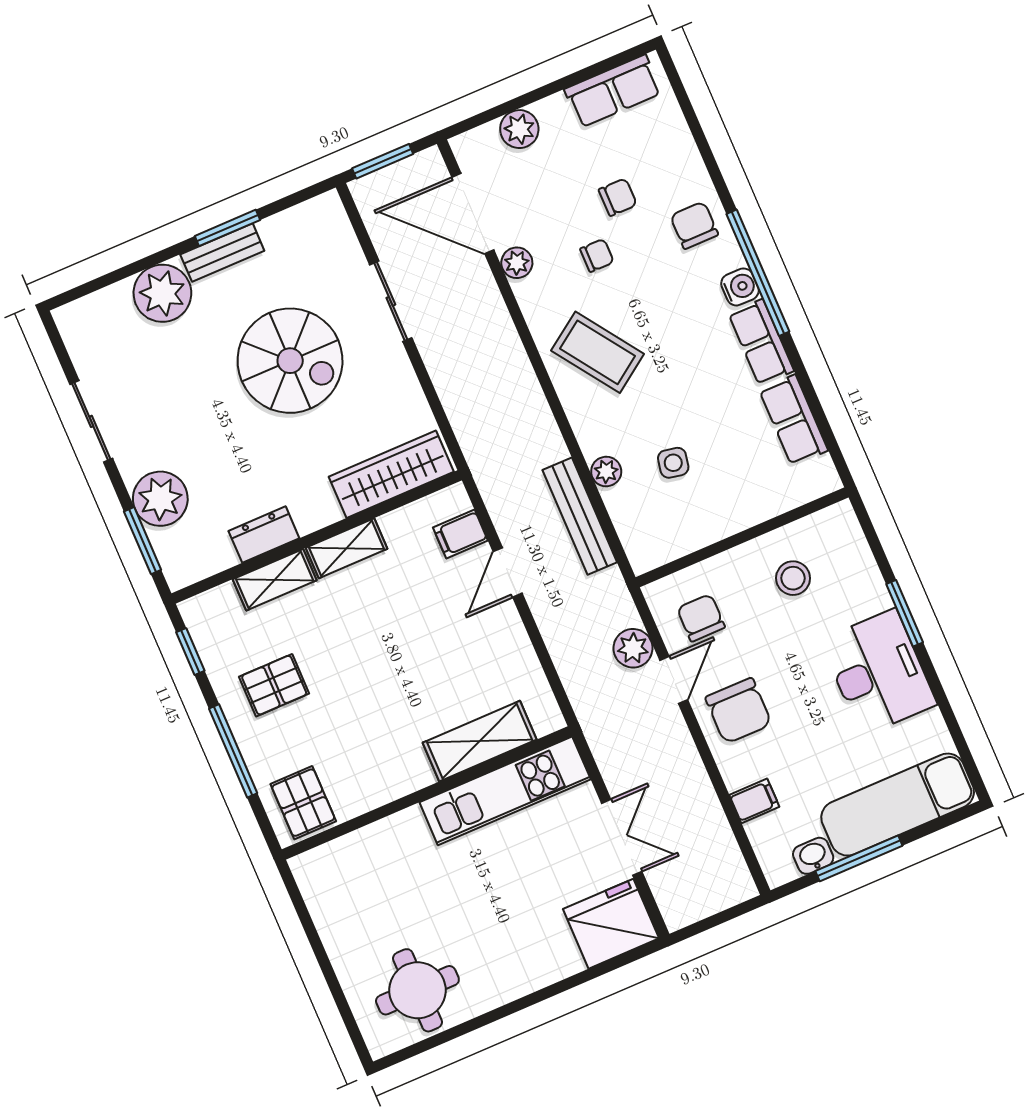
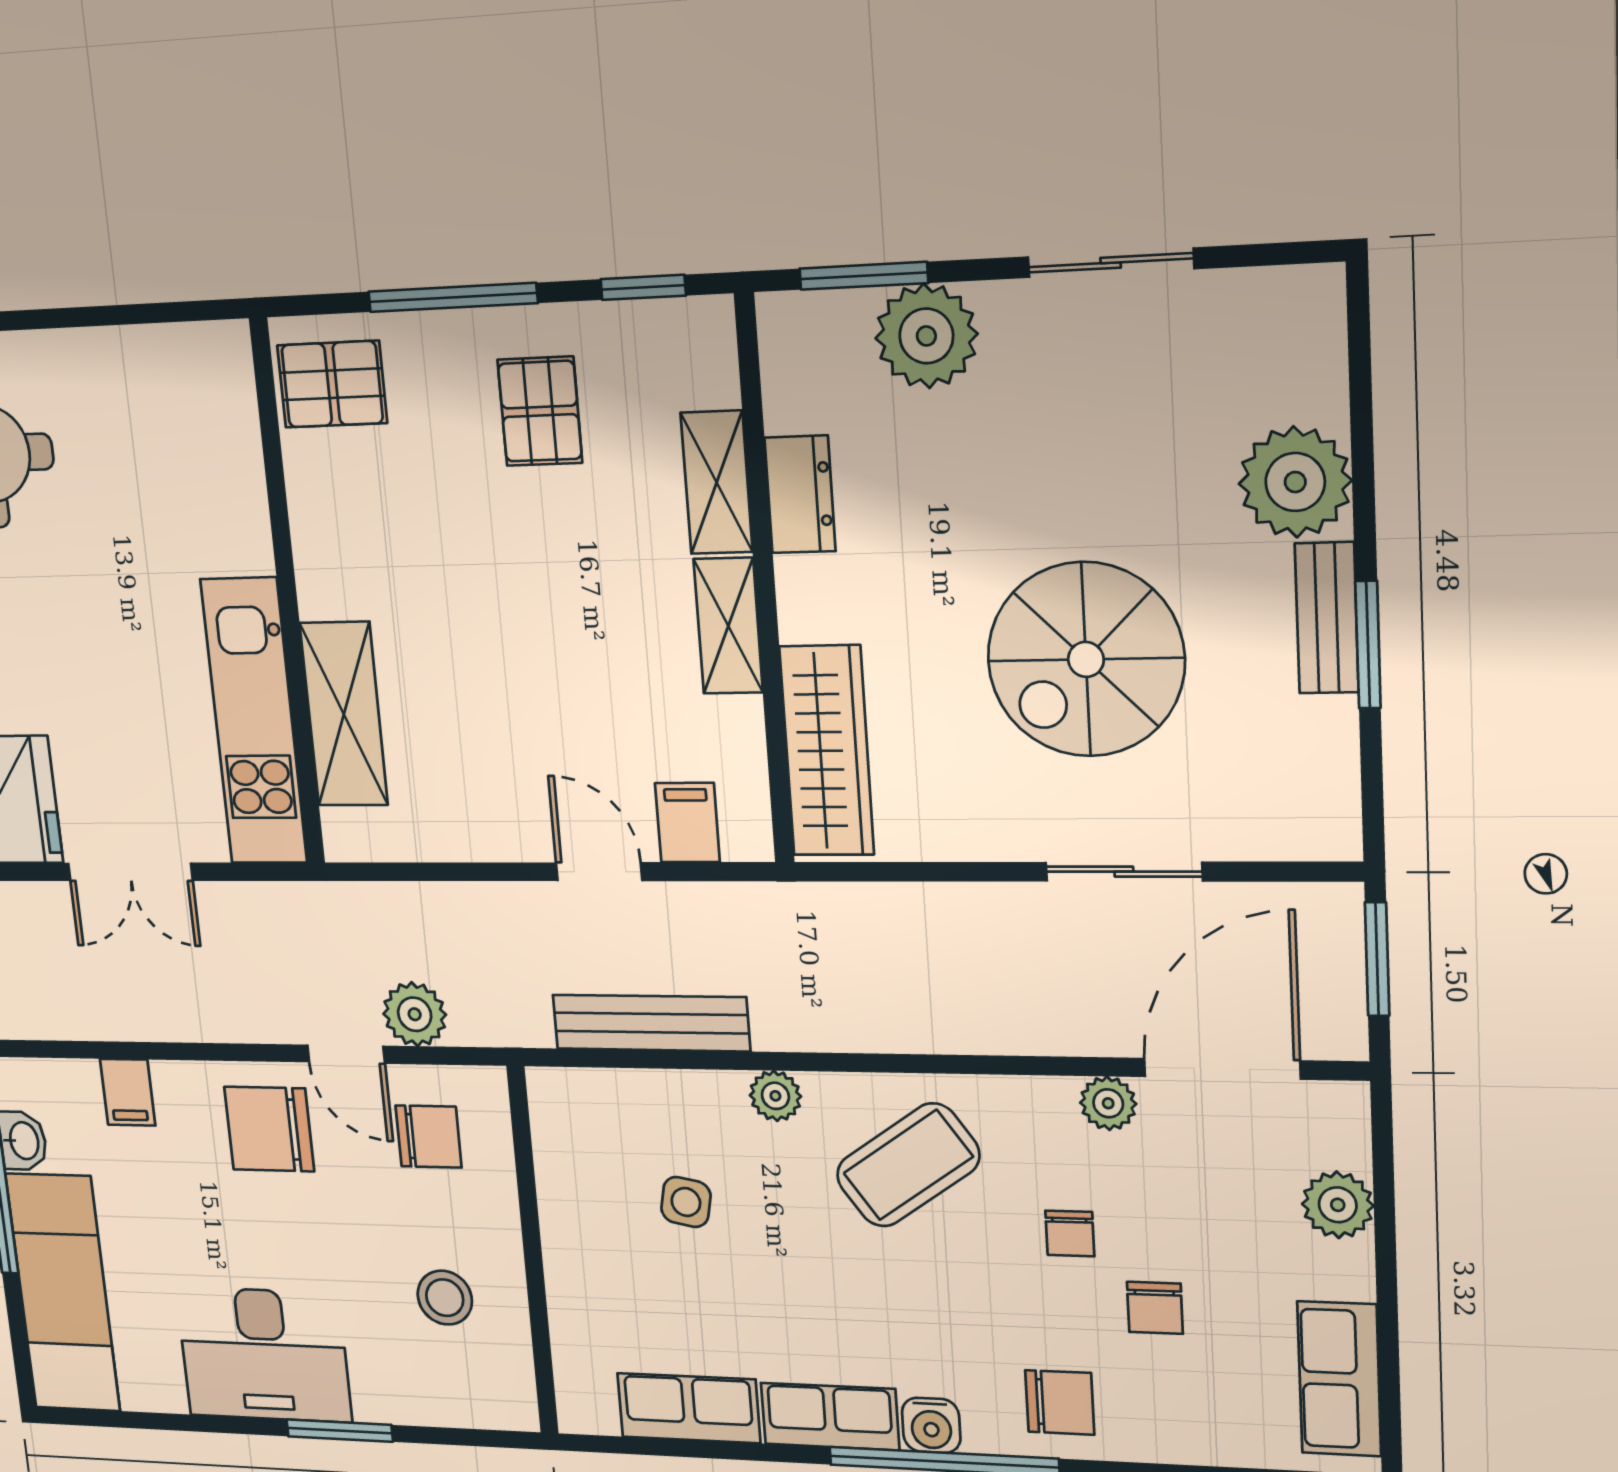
plant: (606, 472) -> (775, 1096), moved

